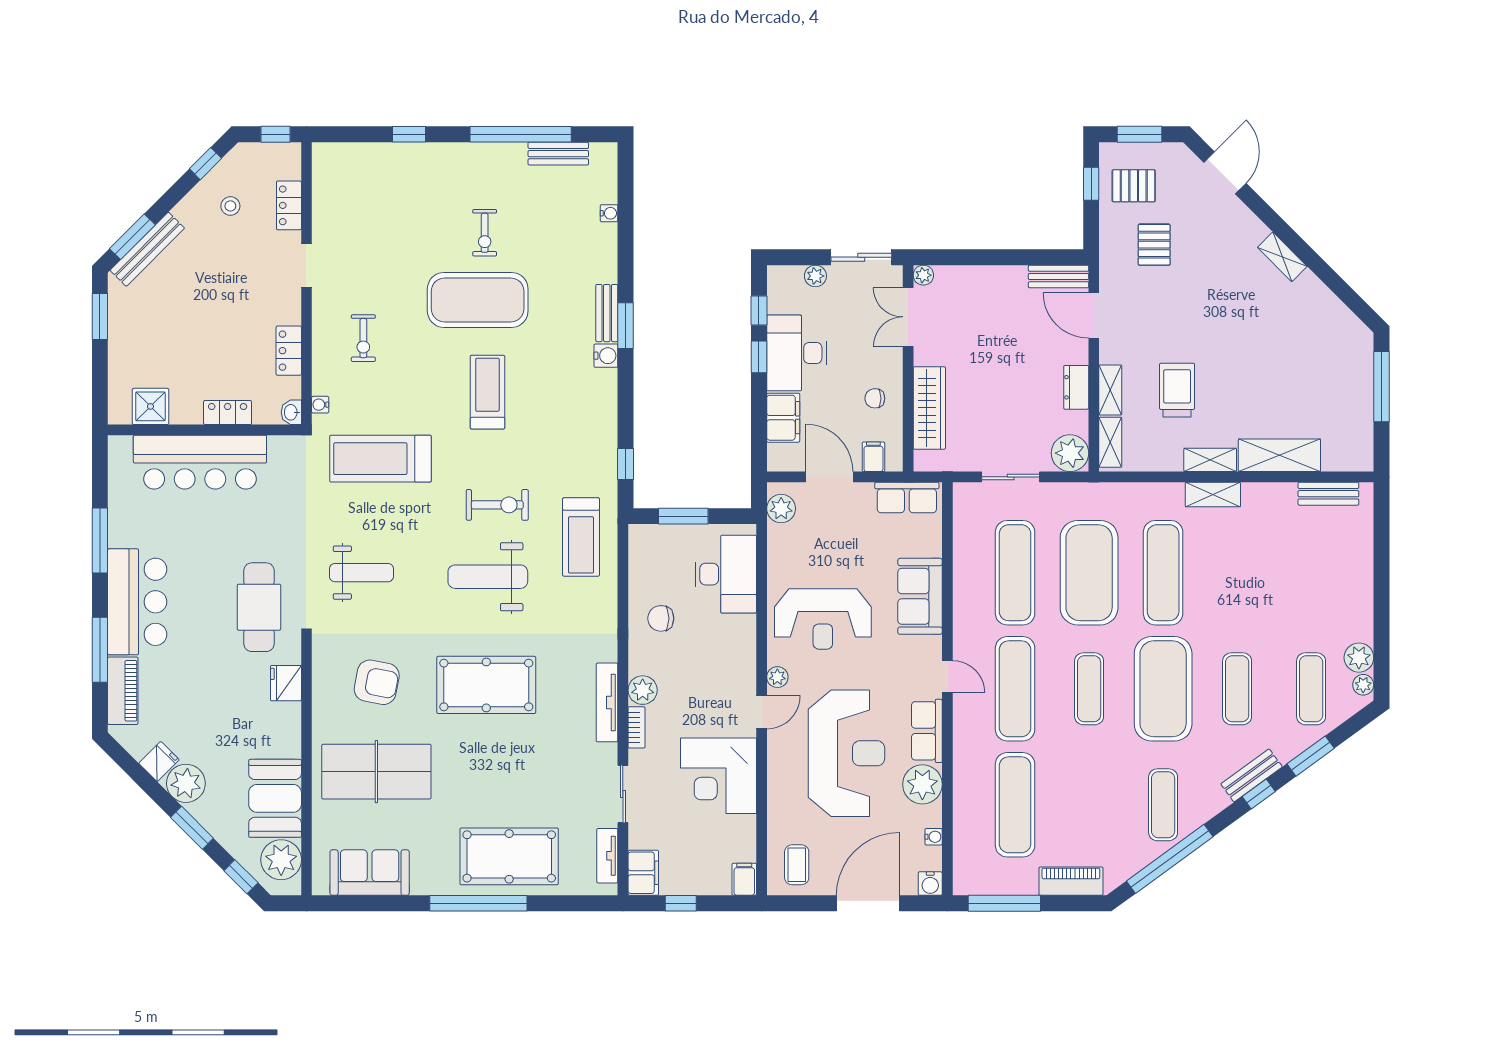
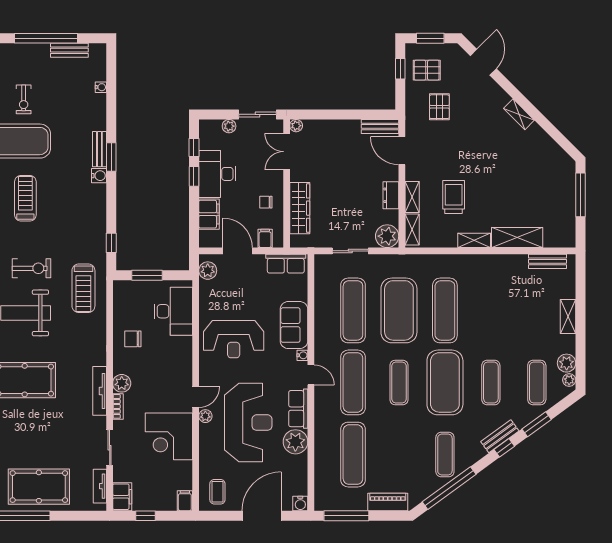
shelving: (1213, 495) -> (568, 317), moved, turned 90
plant: (777, 677) -> (205, 416), moved
water cooler: (934, 837) -> (302, 355), moved

